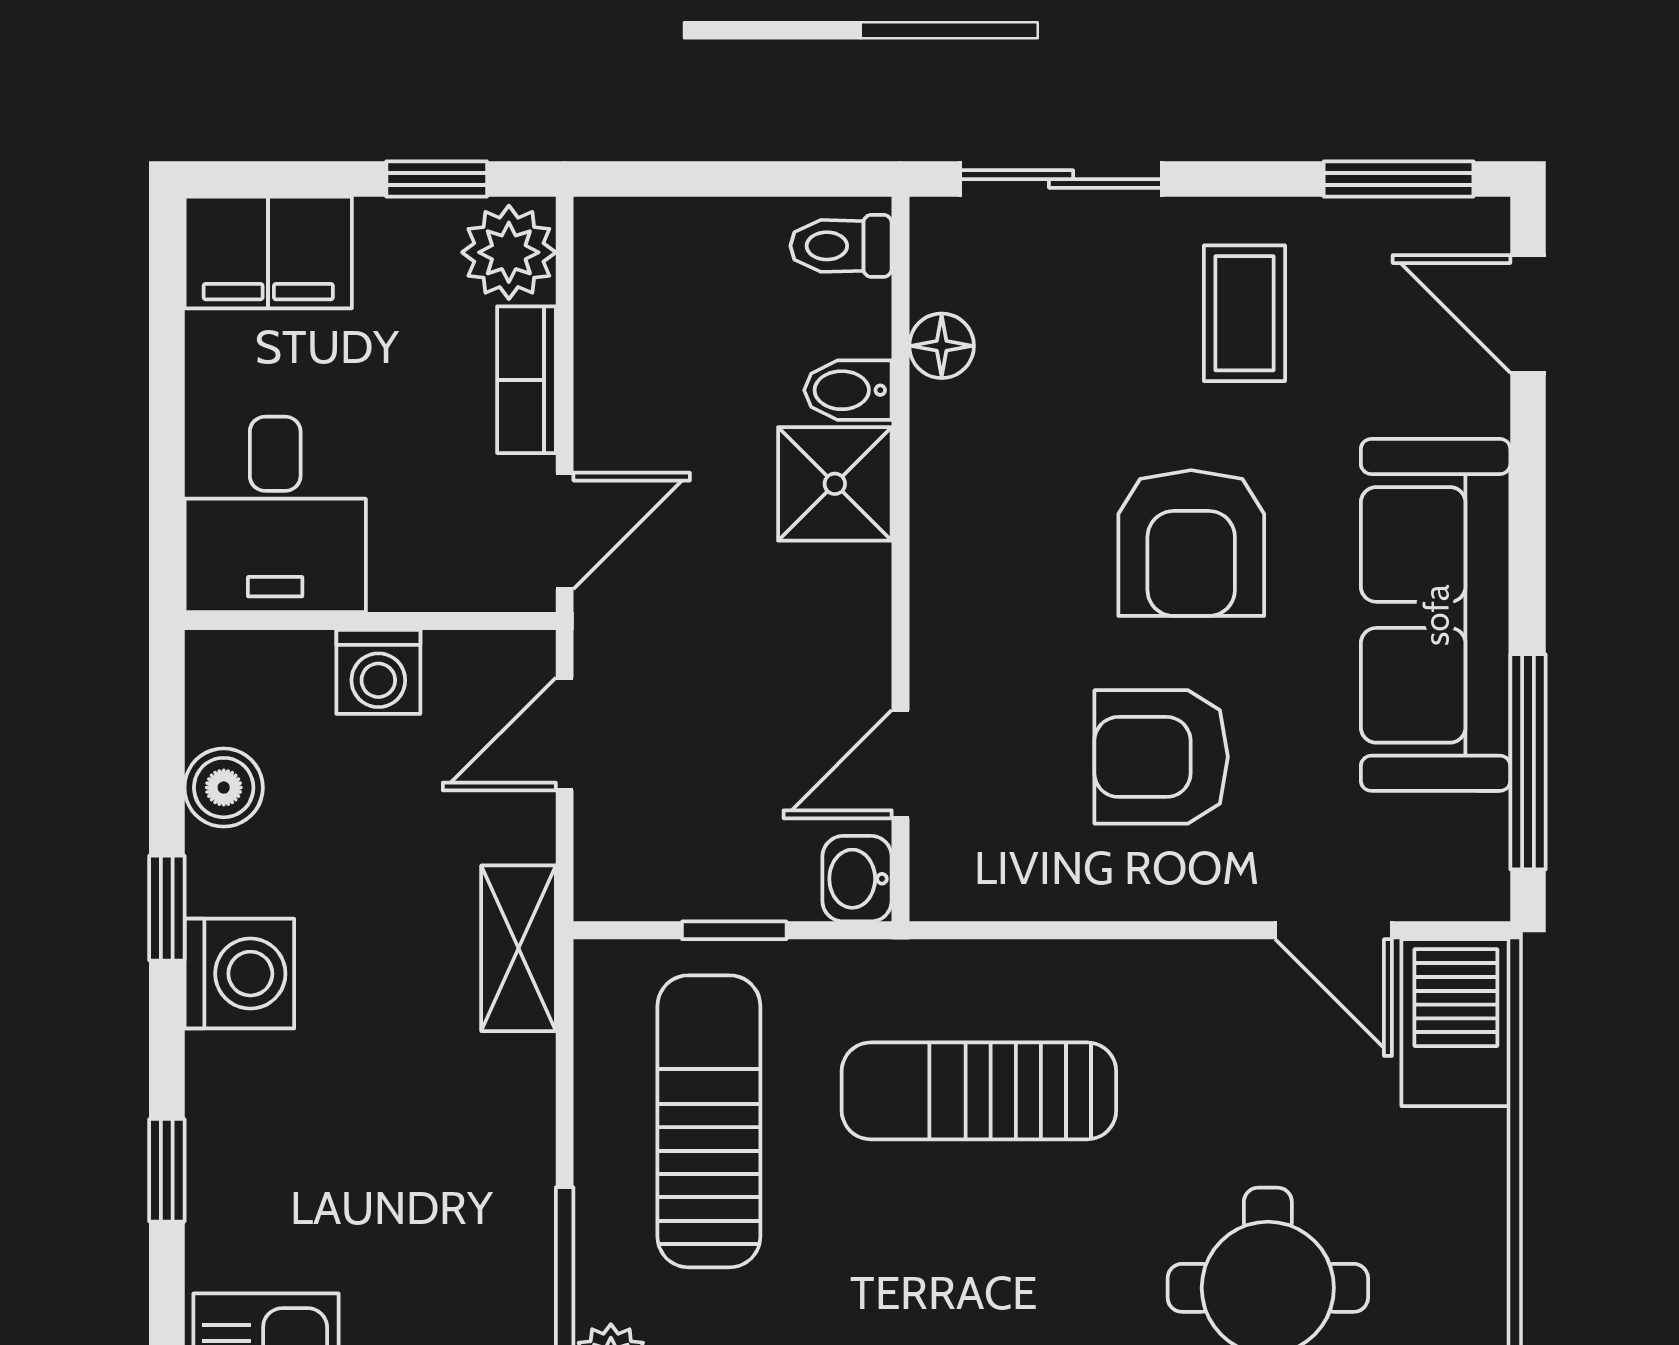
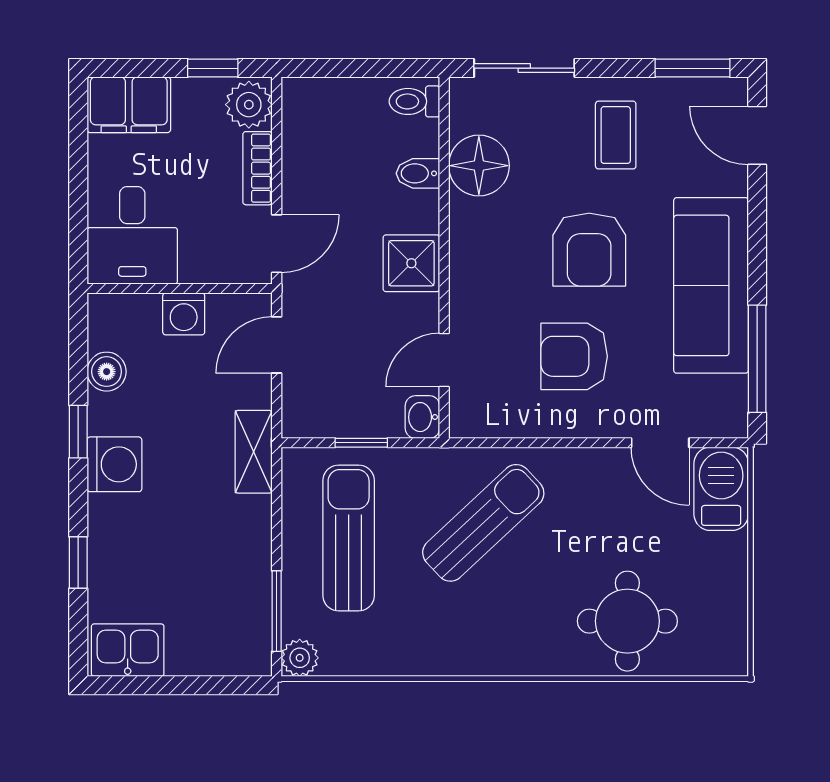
floor lamp: (942, 346) -> (479, 166), width x1.89, depth x1.89
shower: (835, 484) -> (411, 263), moved
sun lounger: (979, 1091) -> (483, 523), turned 137

